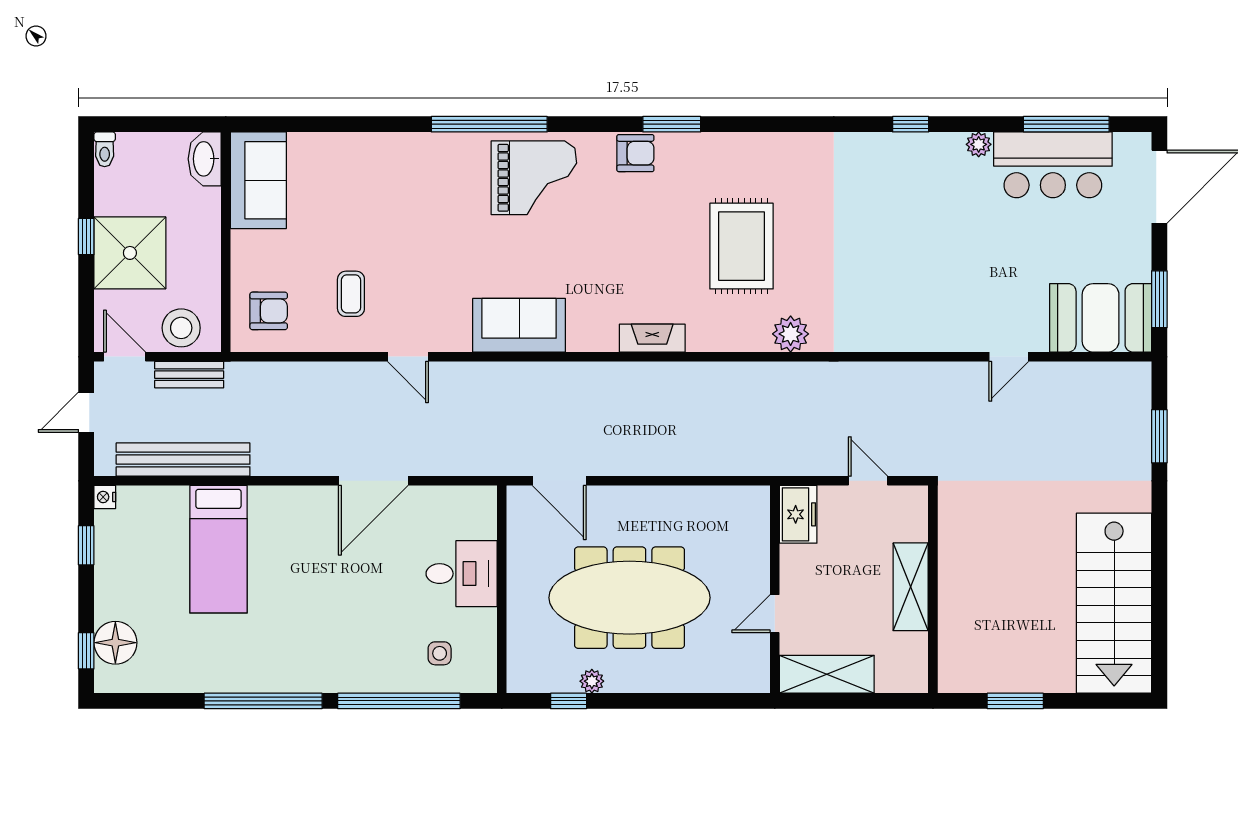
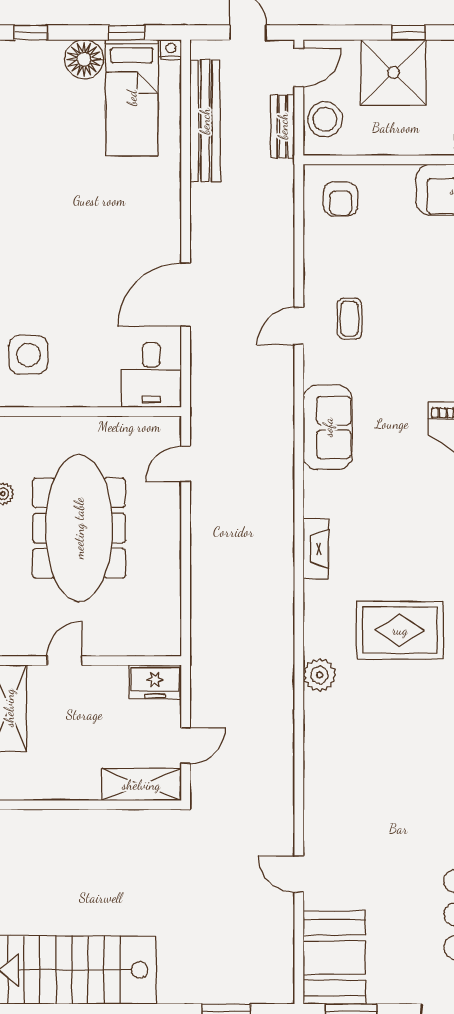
coffee table: (351, 294) -> (349, 319), moved, turned 90
door: (373, 481) -> (186, 294), hinge flipped
door: (559, 481) -> (186, 464), width x0.73
bed: (218, 549) -> (132, 98), moved, turned -90
desk: (462, 574) -> (151, 375), moved
shelving: (911, 587) -> (141, 785), moved
door: (775, 614) -> (64, 661), hinge flipped
floor lamp: (115, 643) -> (84, 59), moved
side table: (440, 653) -> (28, 355), width x1.87, depth x1.87

